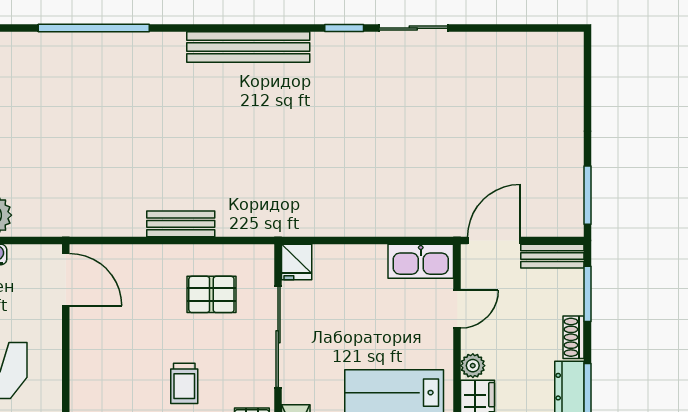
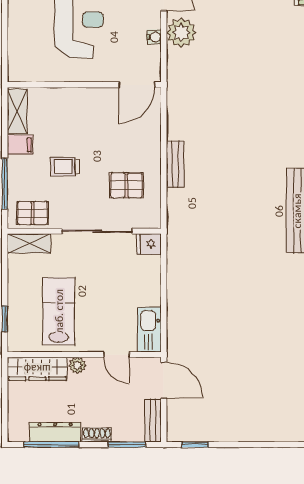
window: (587, 195) -> (195, 445), width x0.67
pallet: (211, 294) -> (127, 185), turned 90

